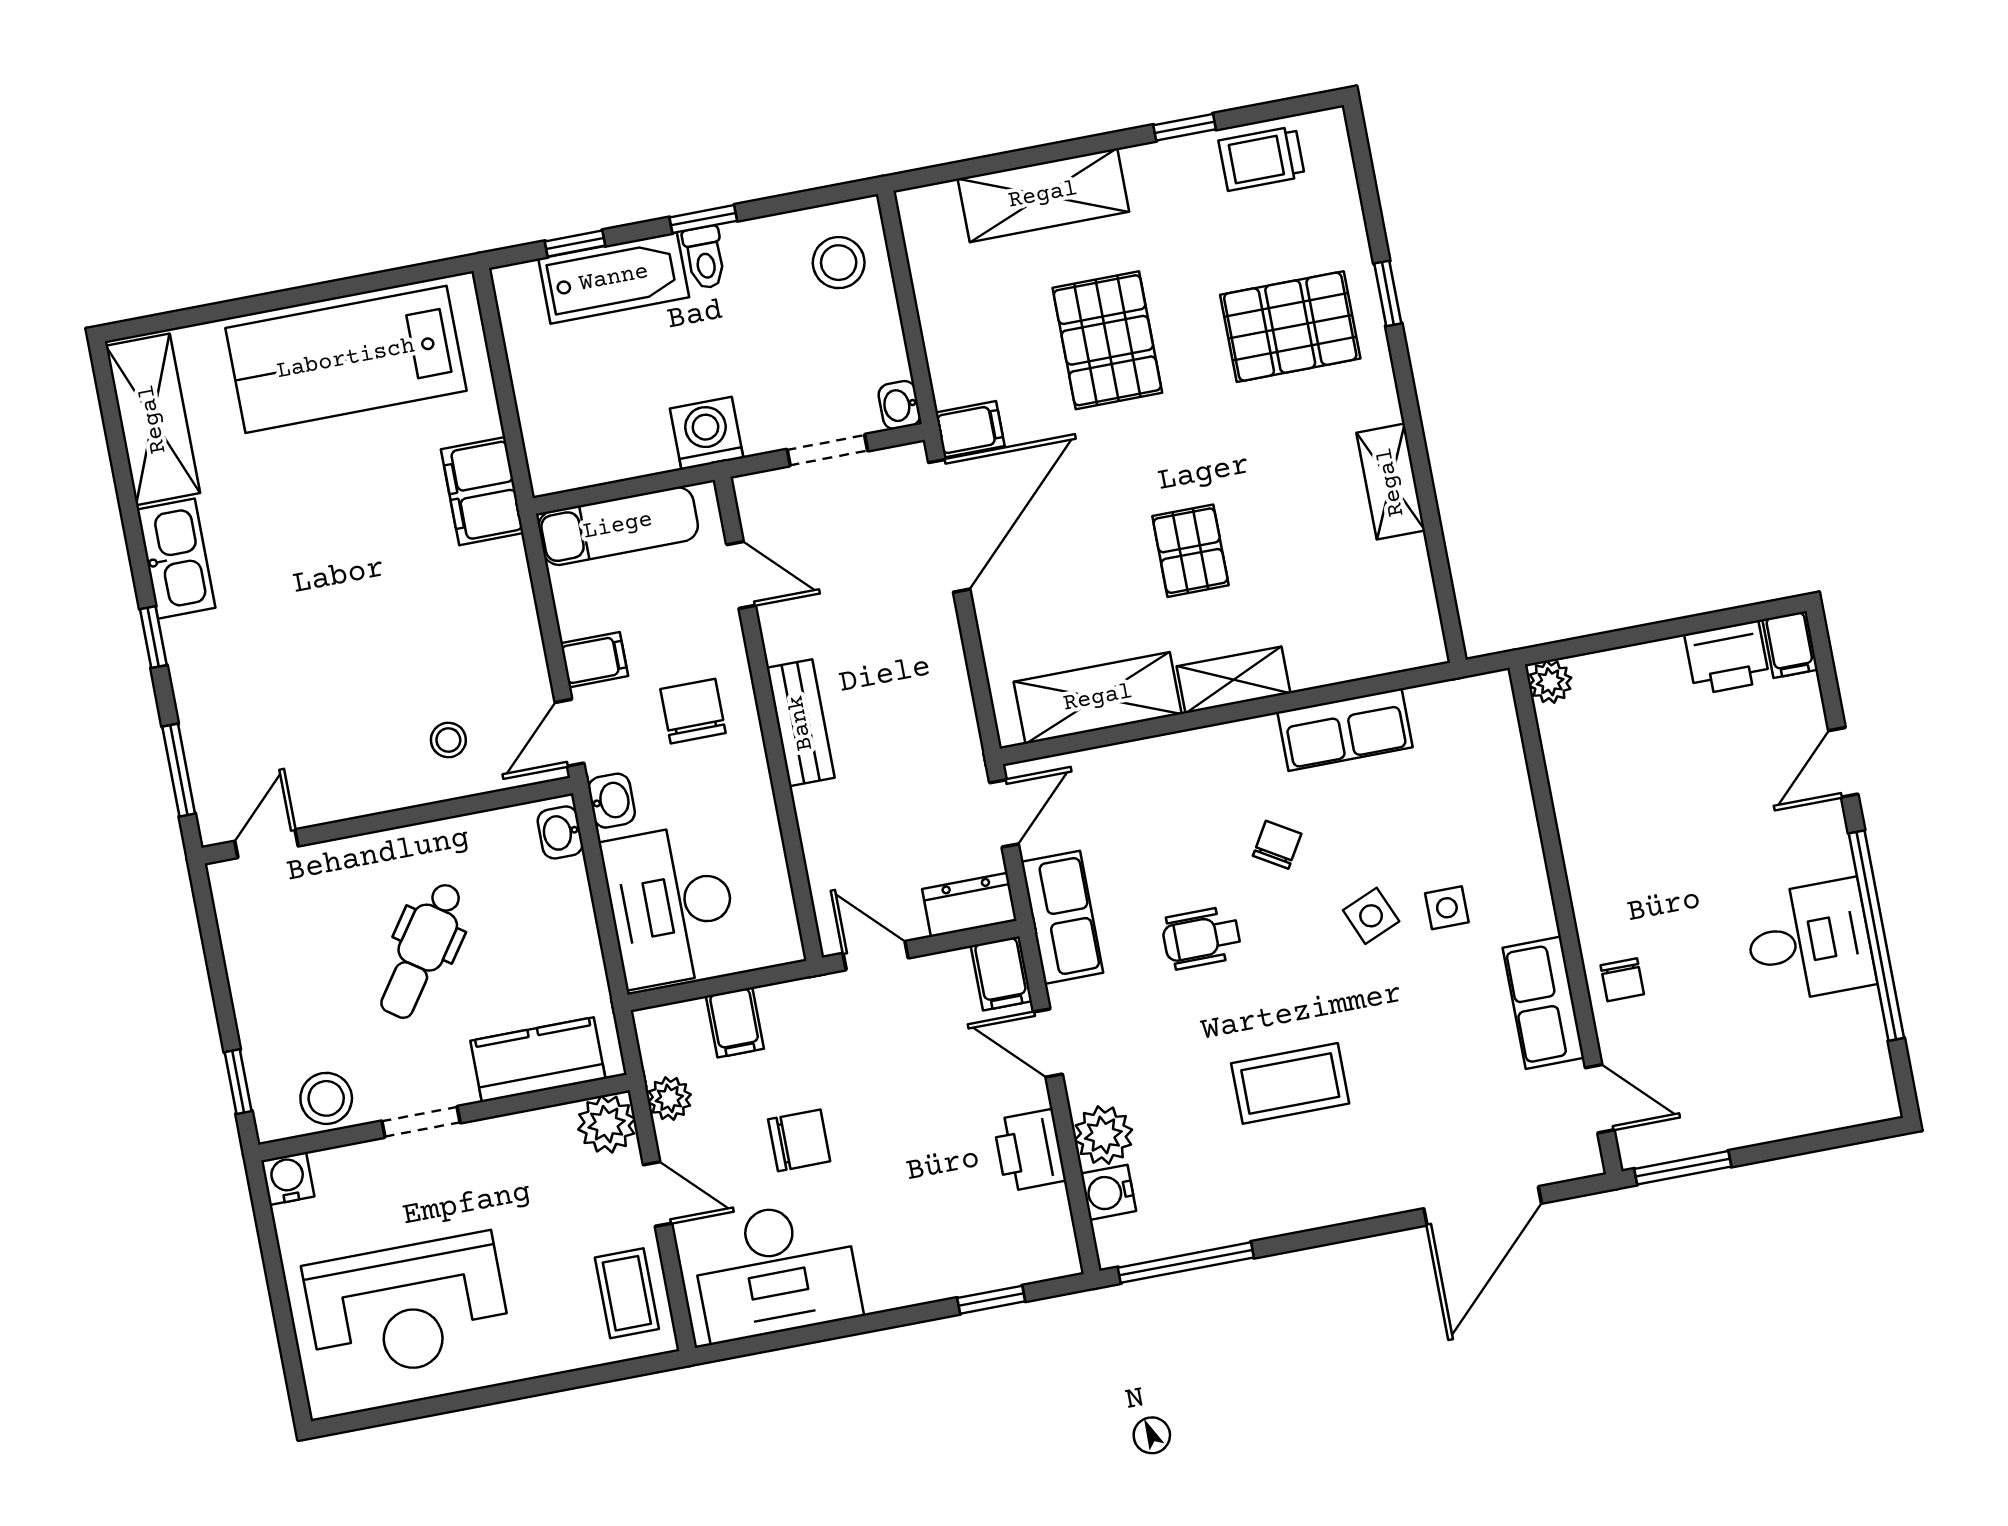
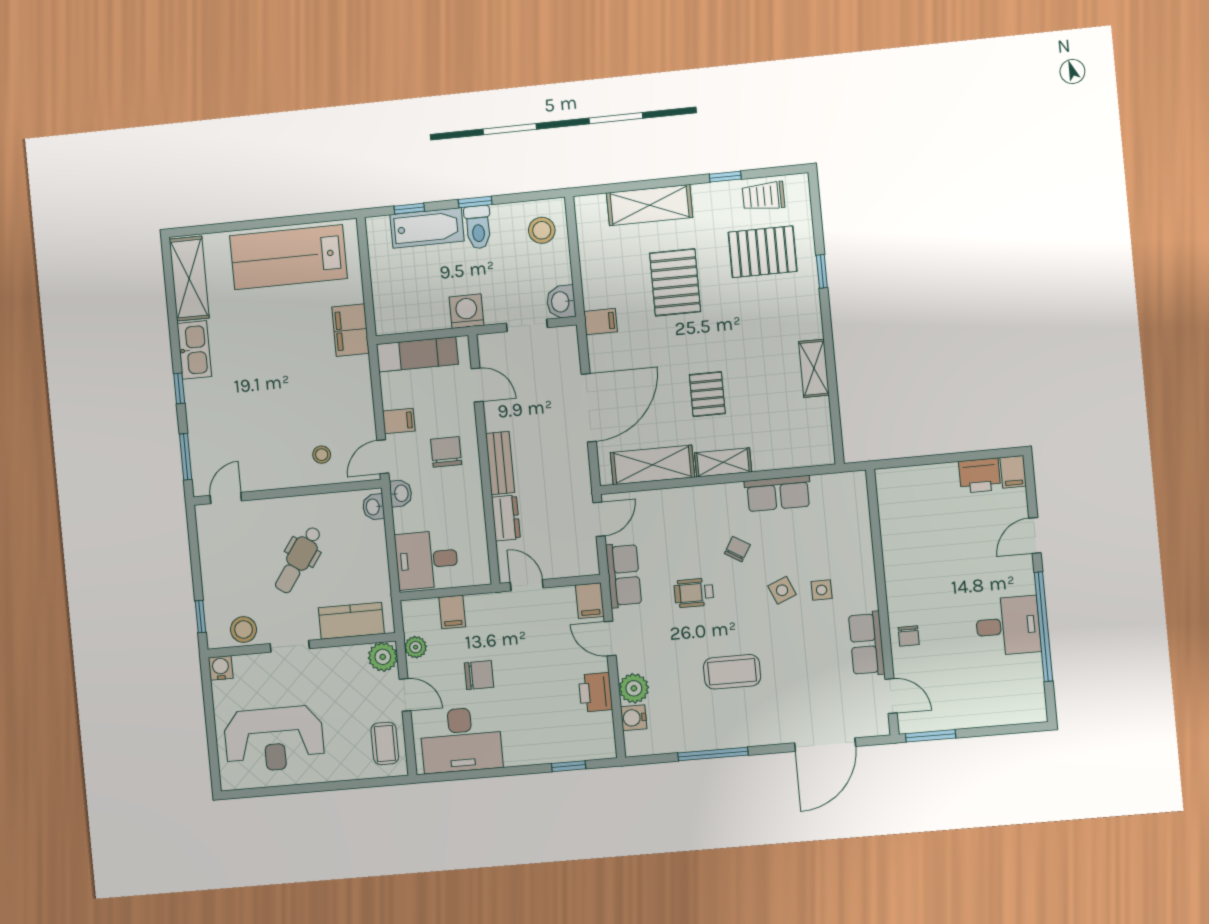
toilet: (705, 257) -> (478, 227), width x1.37, depth x1.39
pallet: (1290, 327) -> (763, 252), moved
washbasin: (899, 405) -> (561, 302), width x1.38, depth x1.45
door: (949, 526) -> (589, 408), moved
plant: (1550, 682) -> (886, 479), removed
desk: (671, 905) -> (427, 560), width x0.73
dresser: (969, 905) -> (506, 518), moved, turned 90
window: (1186, 1263) -> (713, 754), moved

